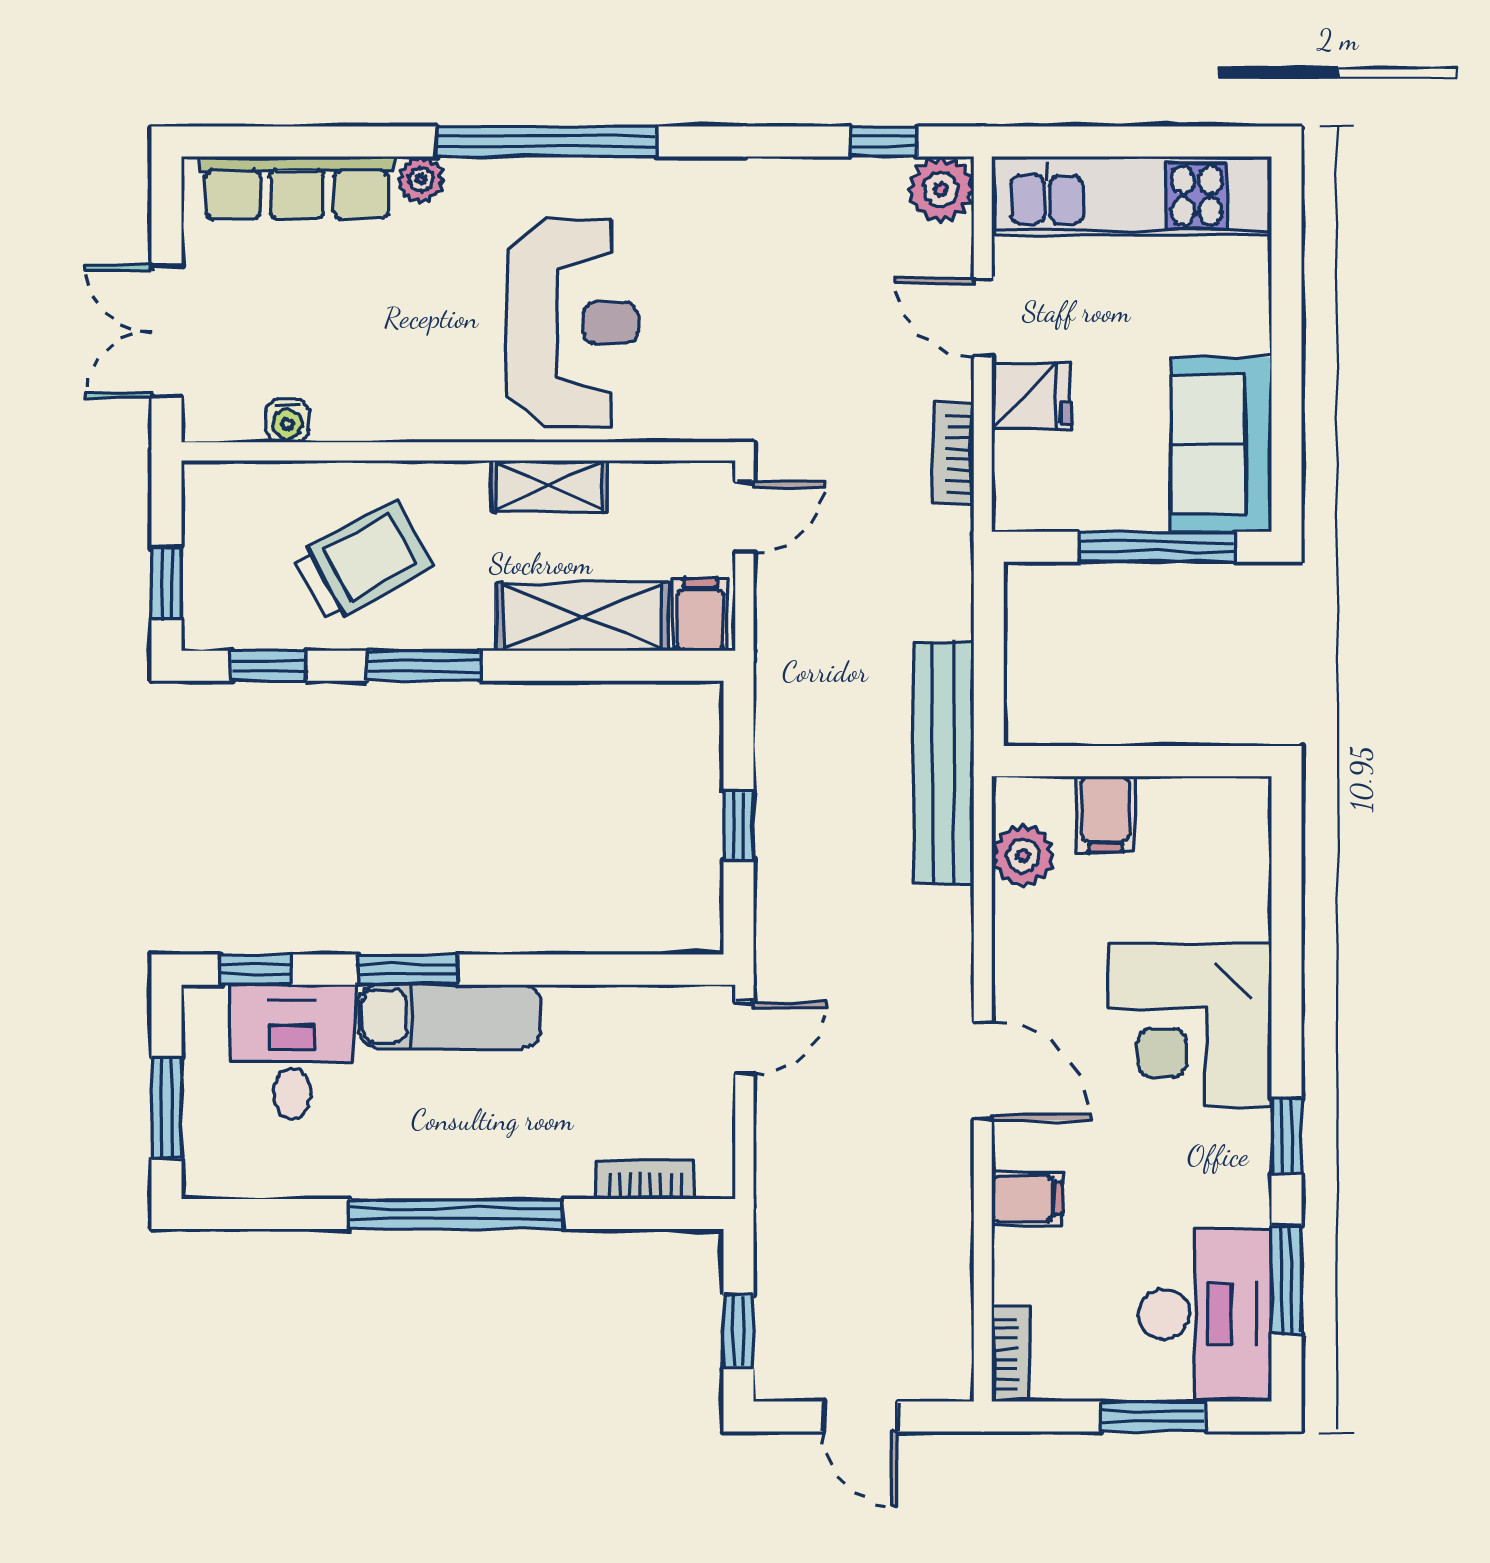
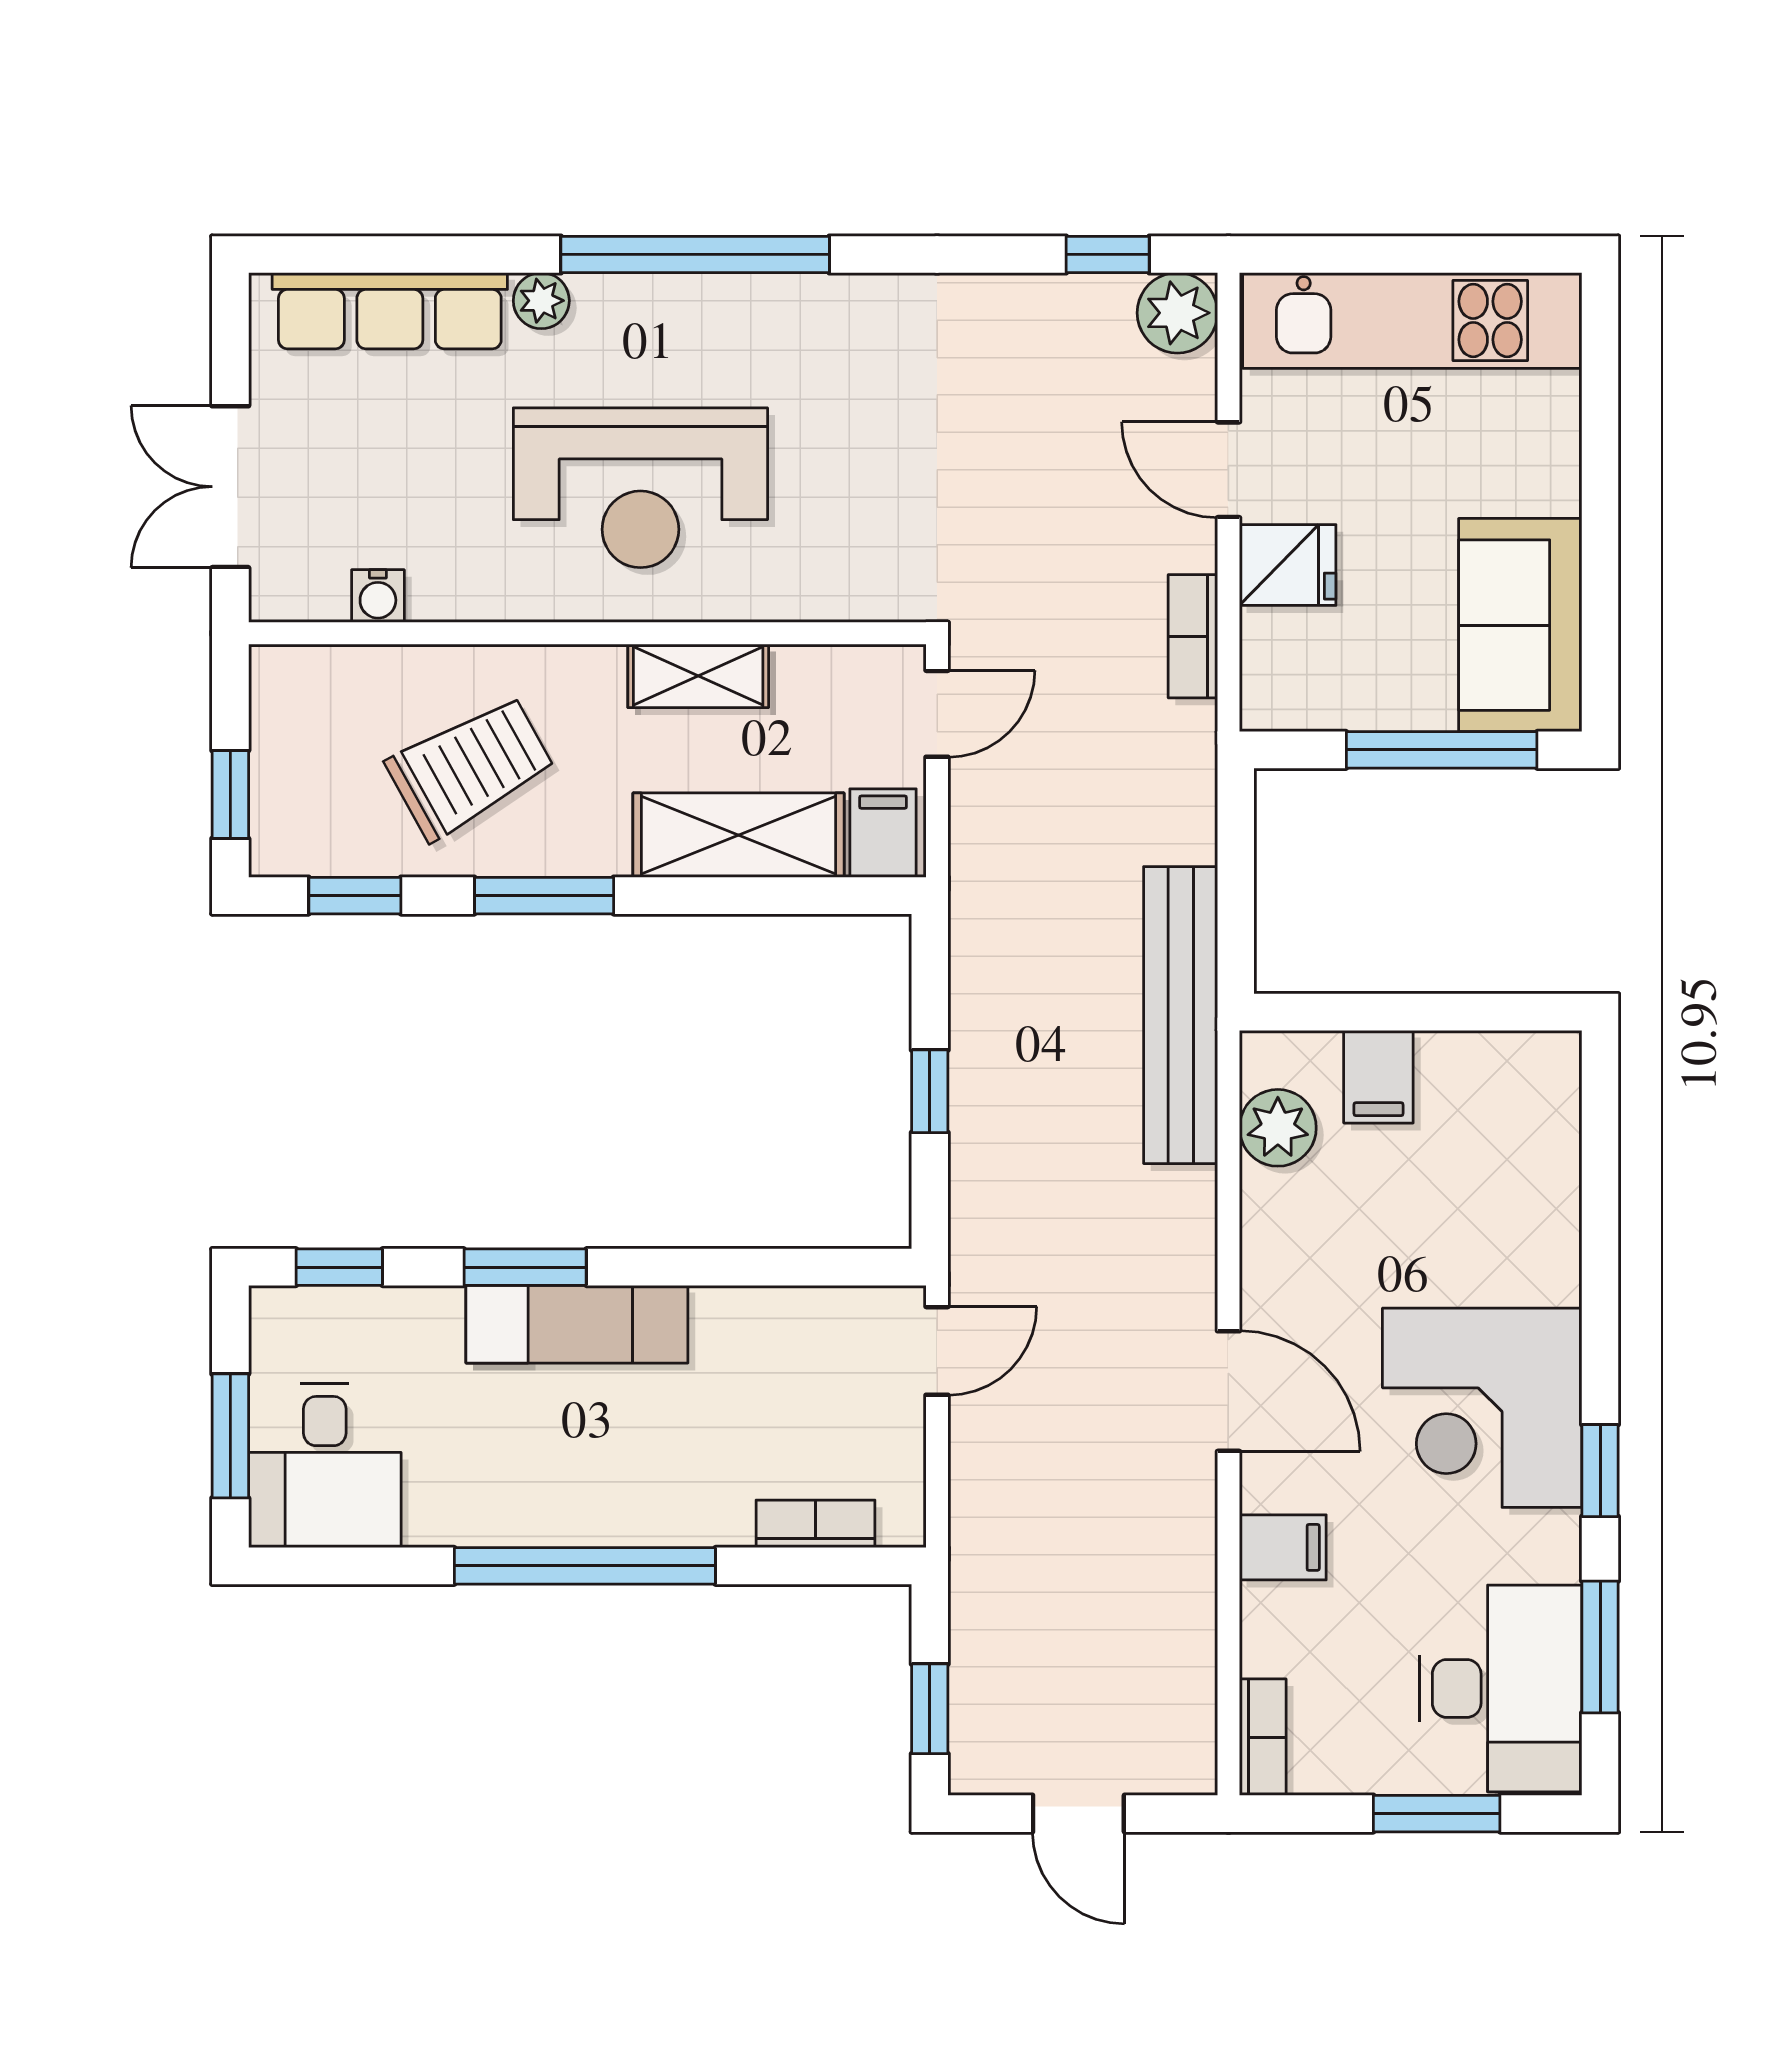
reception desk: (572, 323) -> (640, 488), moved, turned 90
corner desk: (1190, 1025) -> (1482, 1408), moved
desk: (292, 1052) -> (325, 1465), moved, turned 180

